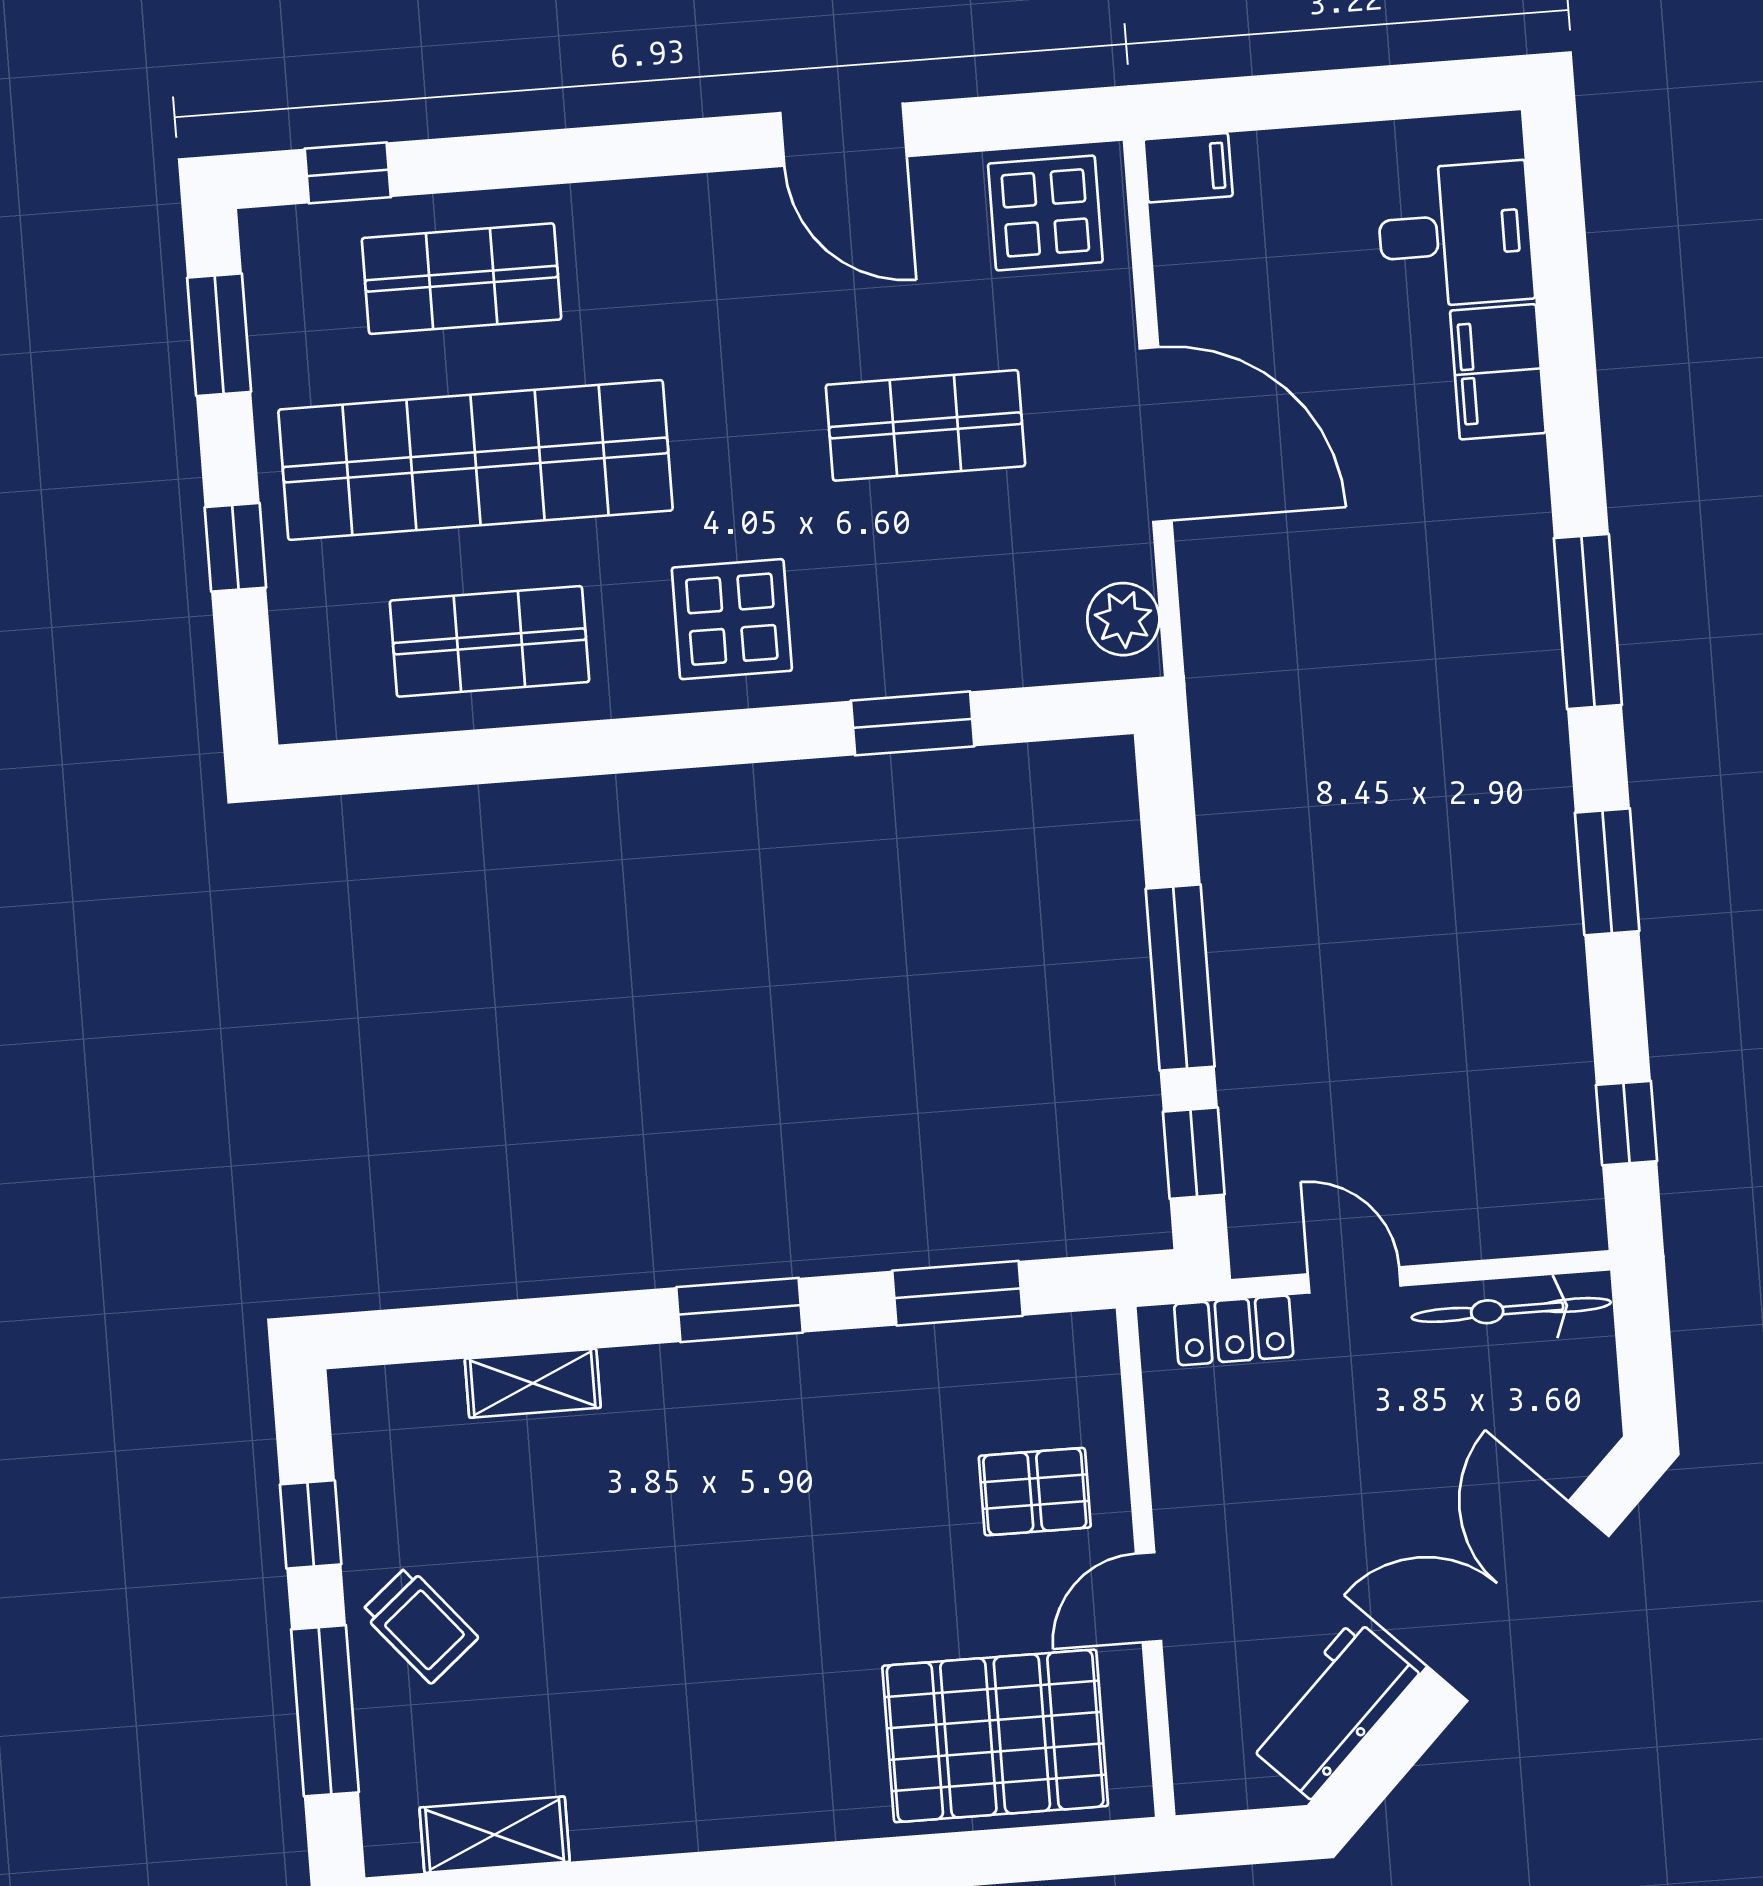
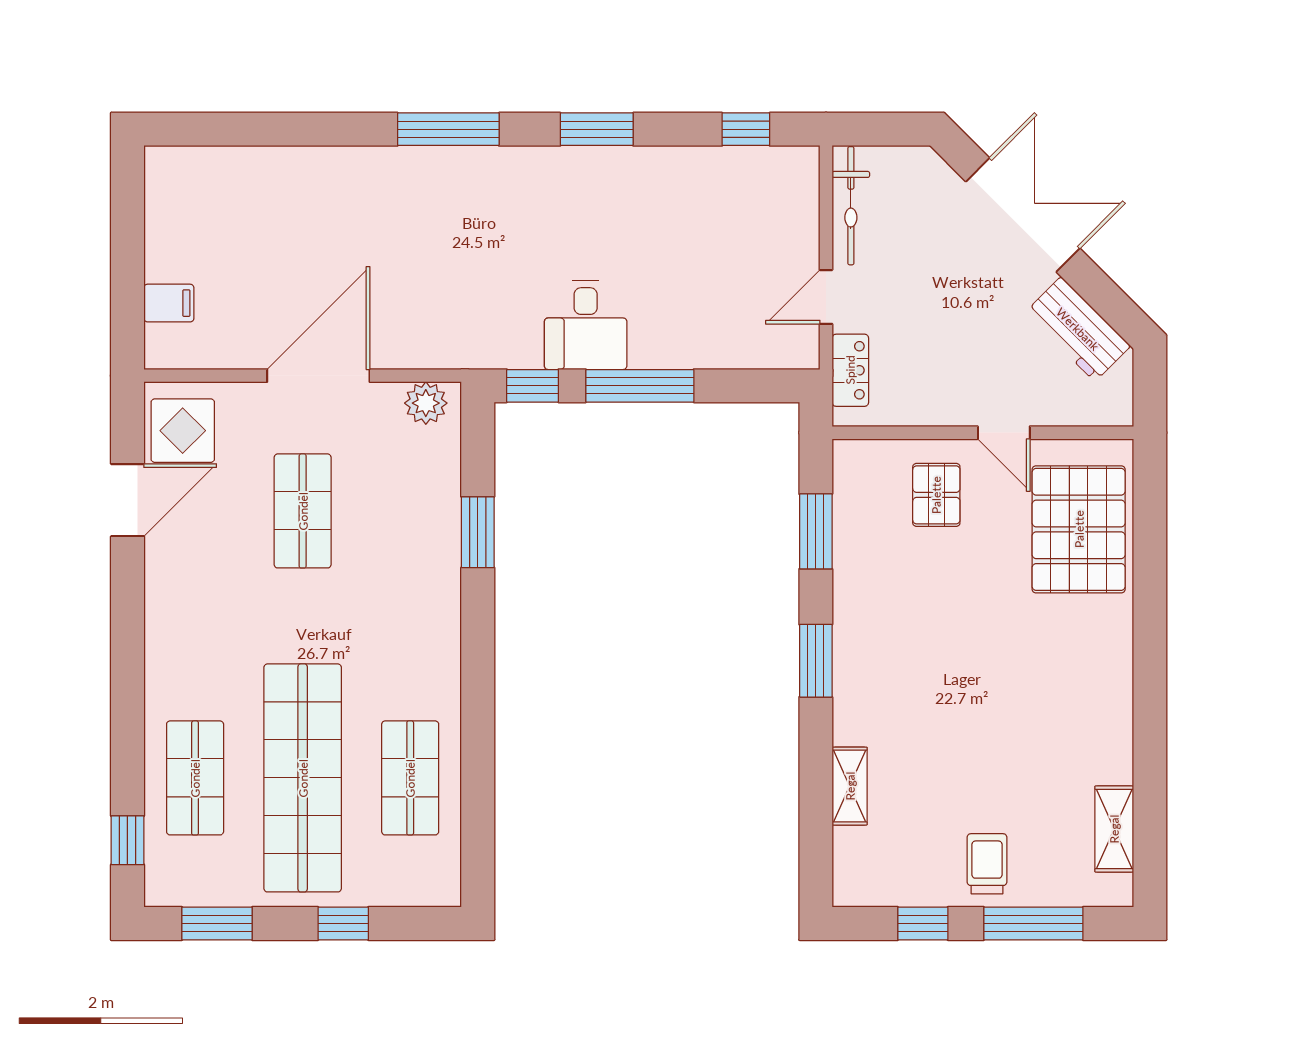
door: (844, 135) -> (127, 500), moved
filing cabinet: (1188, 168) -> (169, 303), moved, turned 90
desk: (1455, 235) -> (586, 325), moved, turned 180
filing cabinet: (1498, 372) -> (297, 171), removed
display table: (732, 619) -> (408, 634), removed
window: (1194, 1153) -> (533, 386), moved
double door: (1518, 1601) -> (1023, 215), swing flipped
trolley: (419, 1625) -> (987, 864), turned -50

